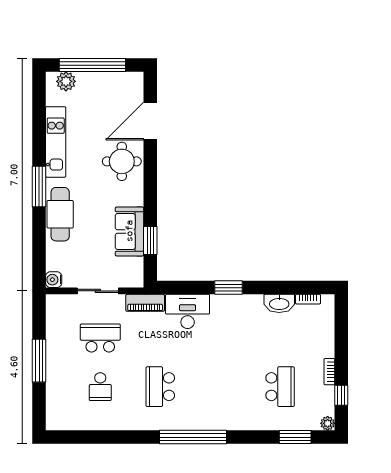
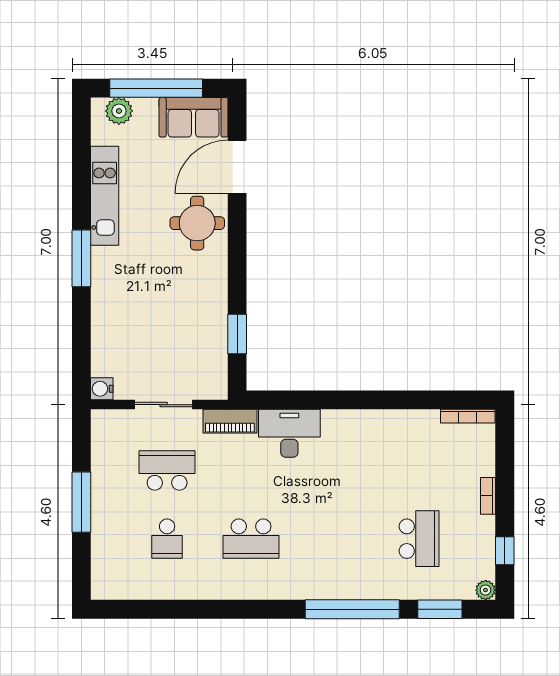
cafe table: (60, 214) -> (111, 297), removed
sofa: (129, 231) -> (194, 117), moved, turned -90
window: (229, 288) -> (347, 400), removed
bookcase: (308, 299) -> (468, 416), width x1.56
washbasin: (279, 303) -> (418, 422), removed
bookcase: (329, 372) -> (488, 496), moved
school desk: (160, 387) -> (251, 539), turned -90
window: (193, 437) -> (352, 609), moved

